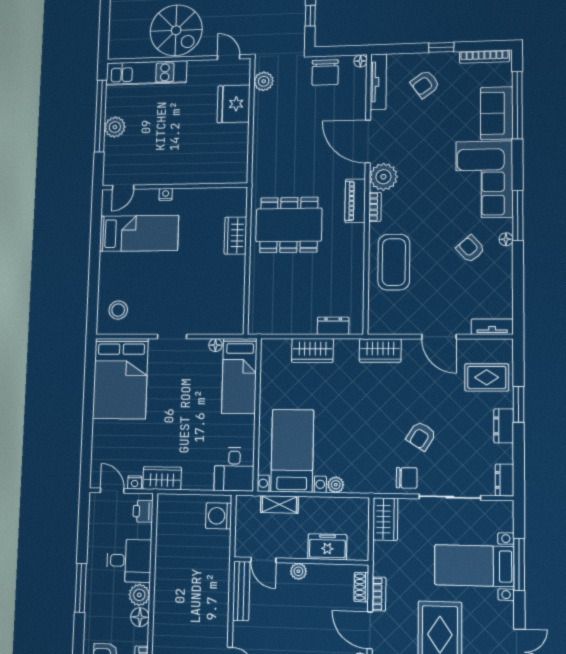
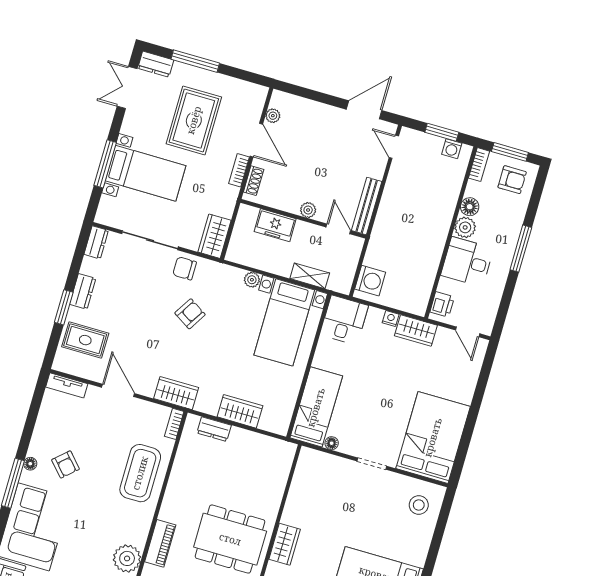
bookcase: (375, 207) -> (174, 424), moved
armchair: (421, 436) -> (190, 314), moved
nightstand: (135, 482) -> (391, 319), moved

